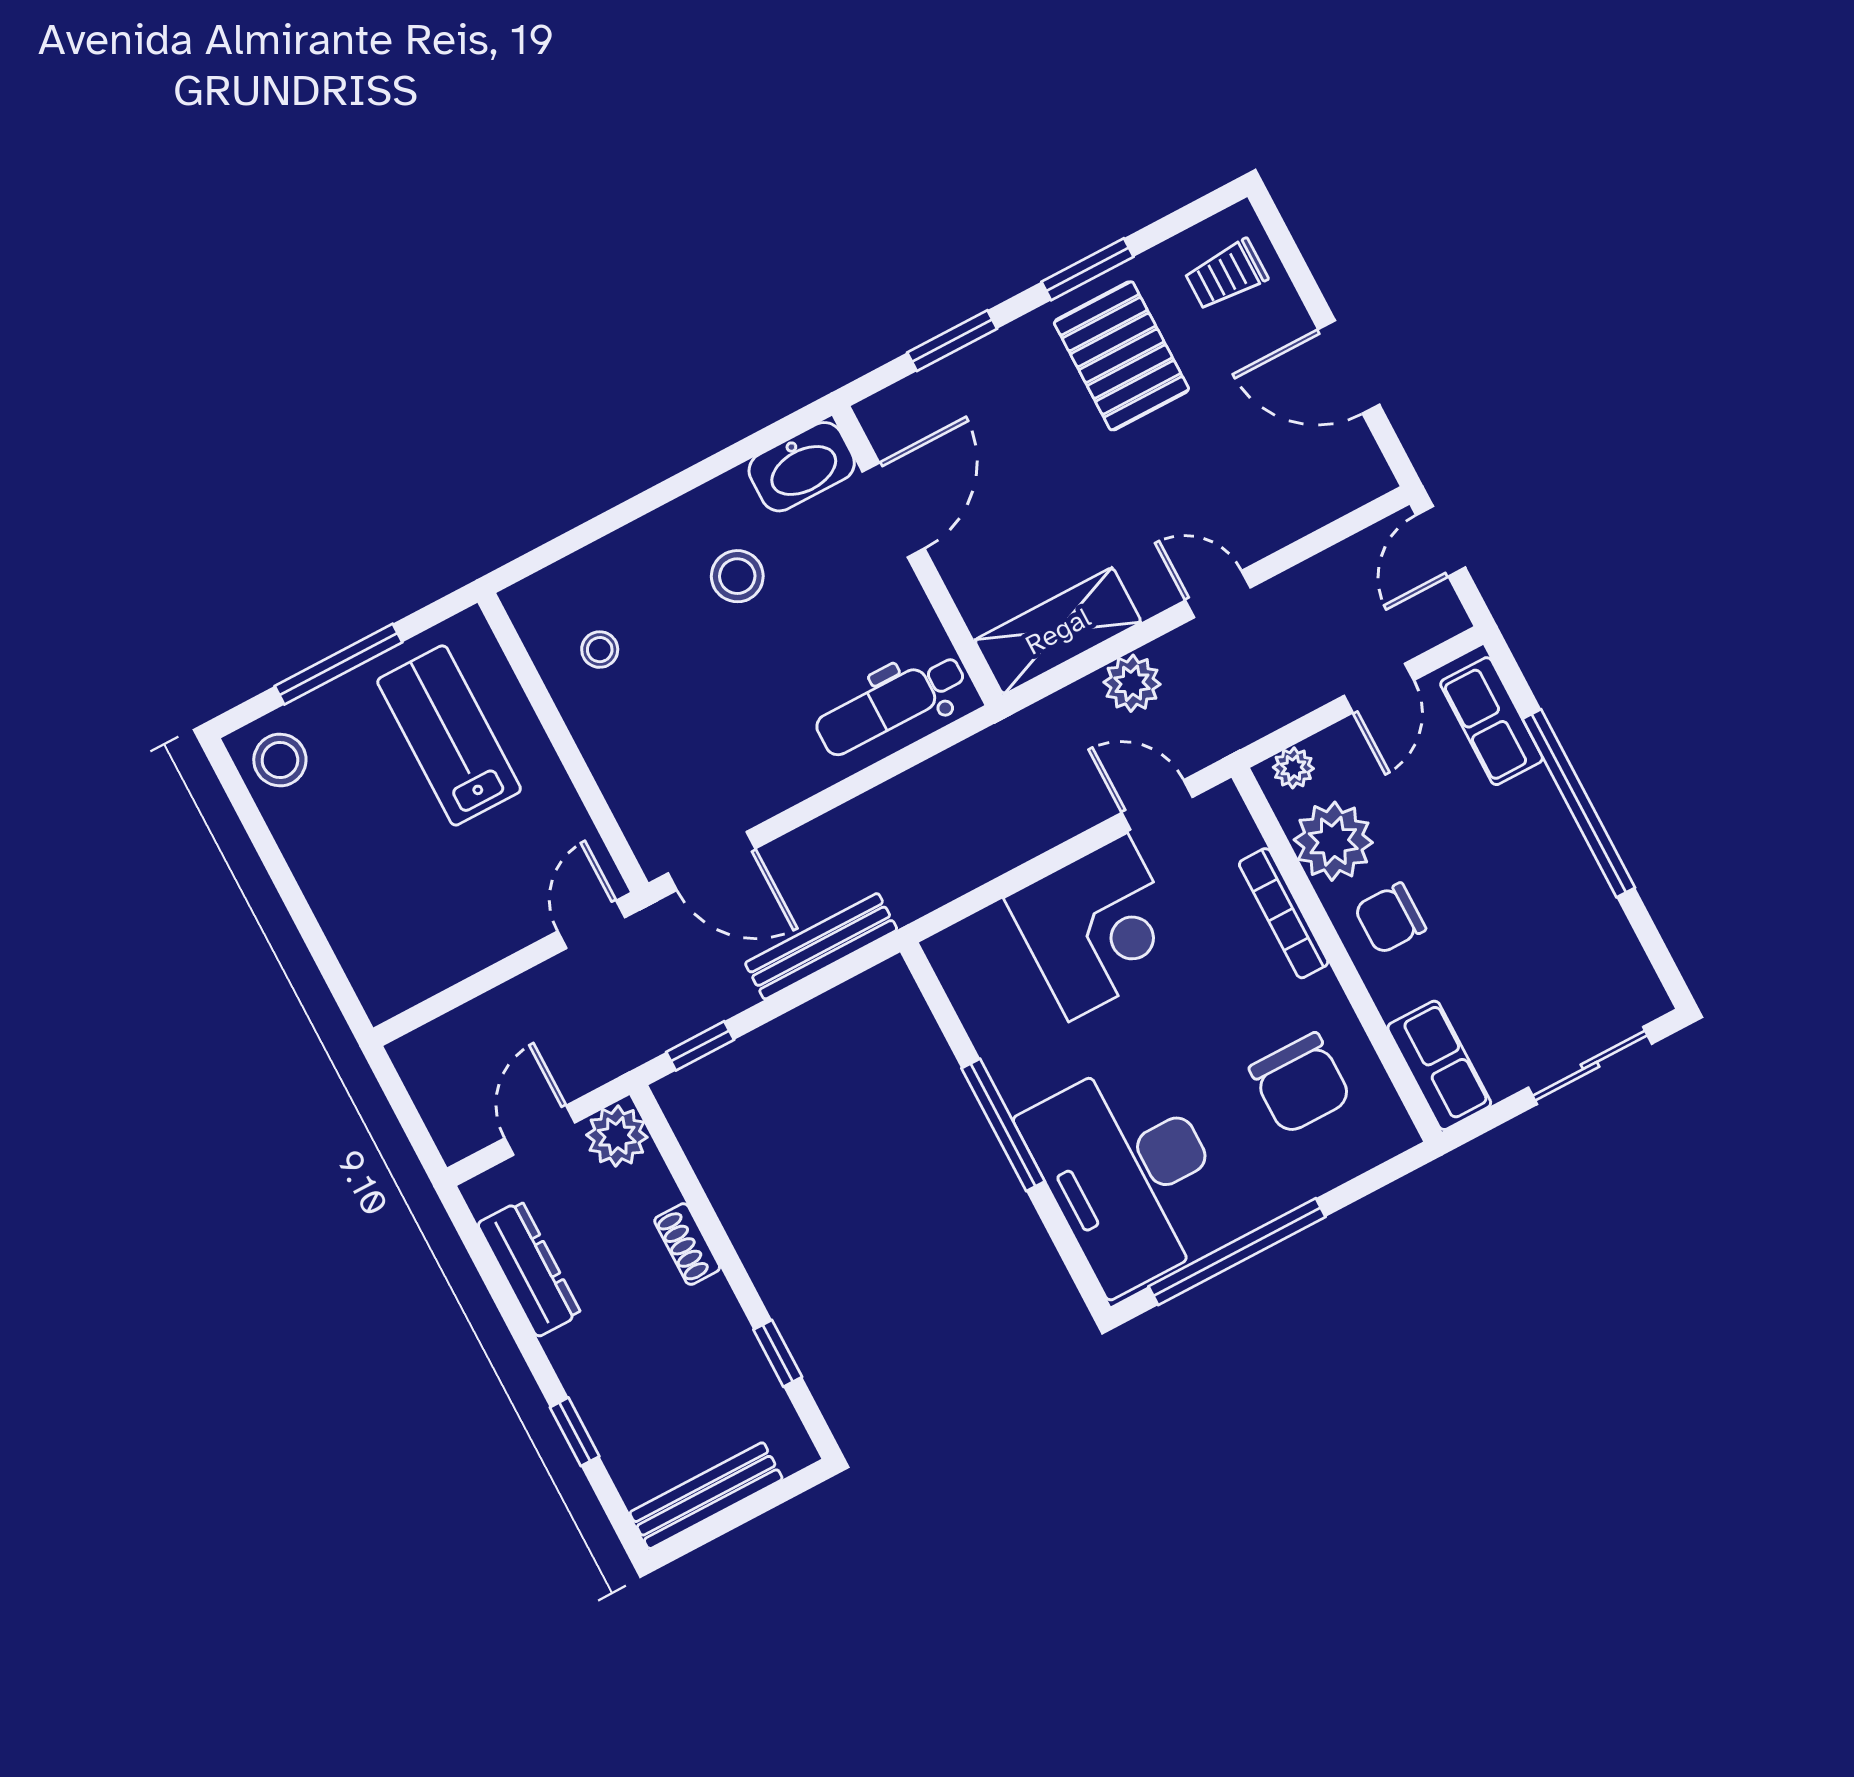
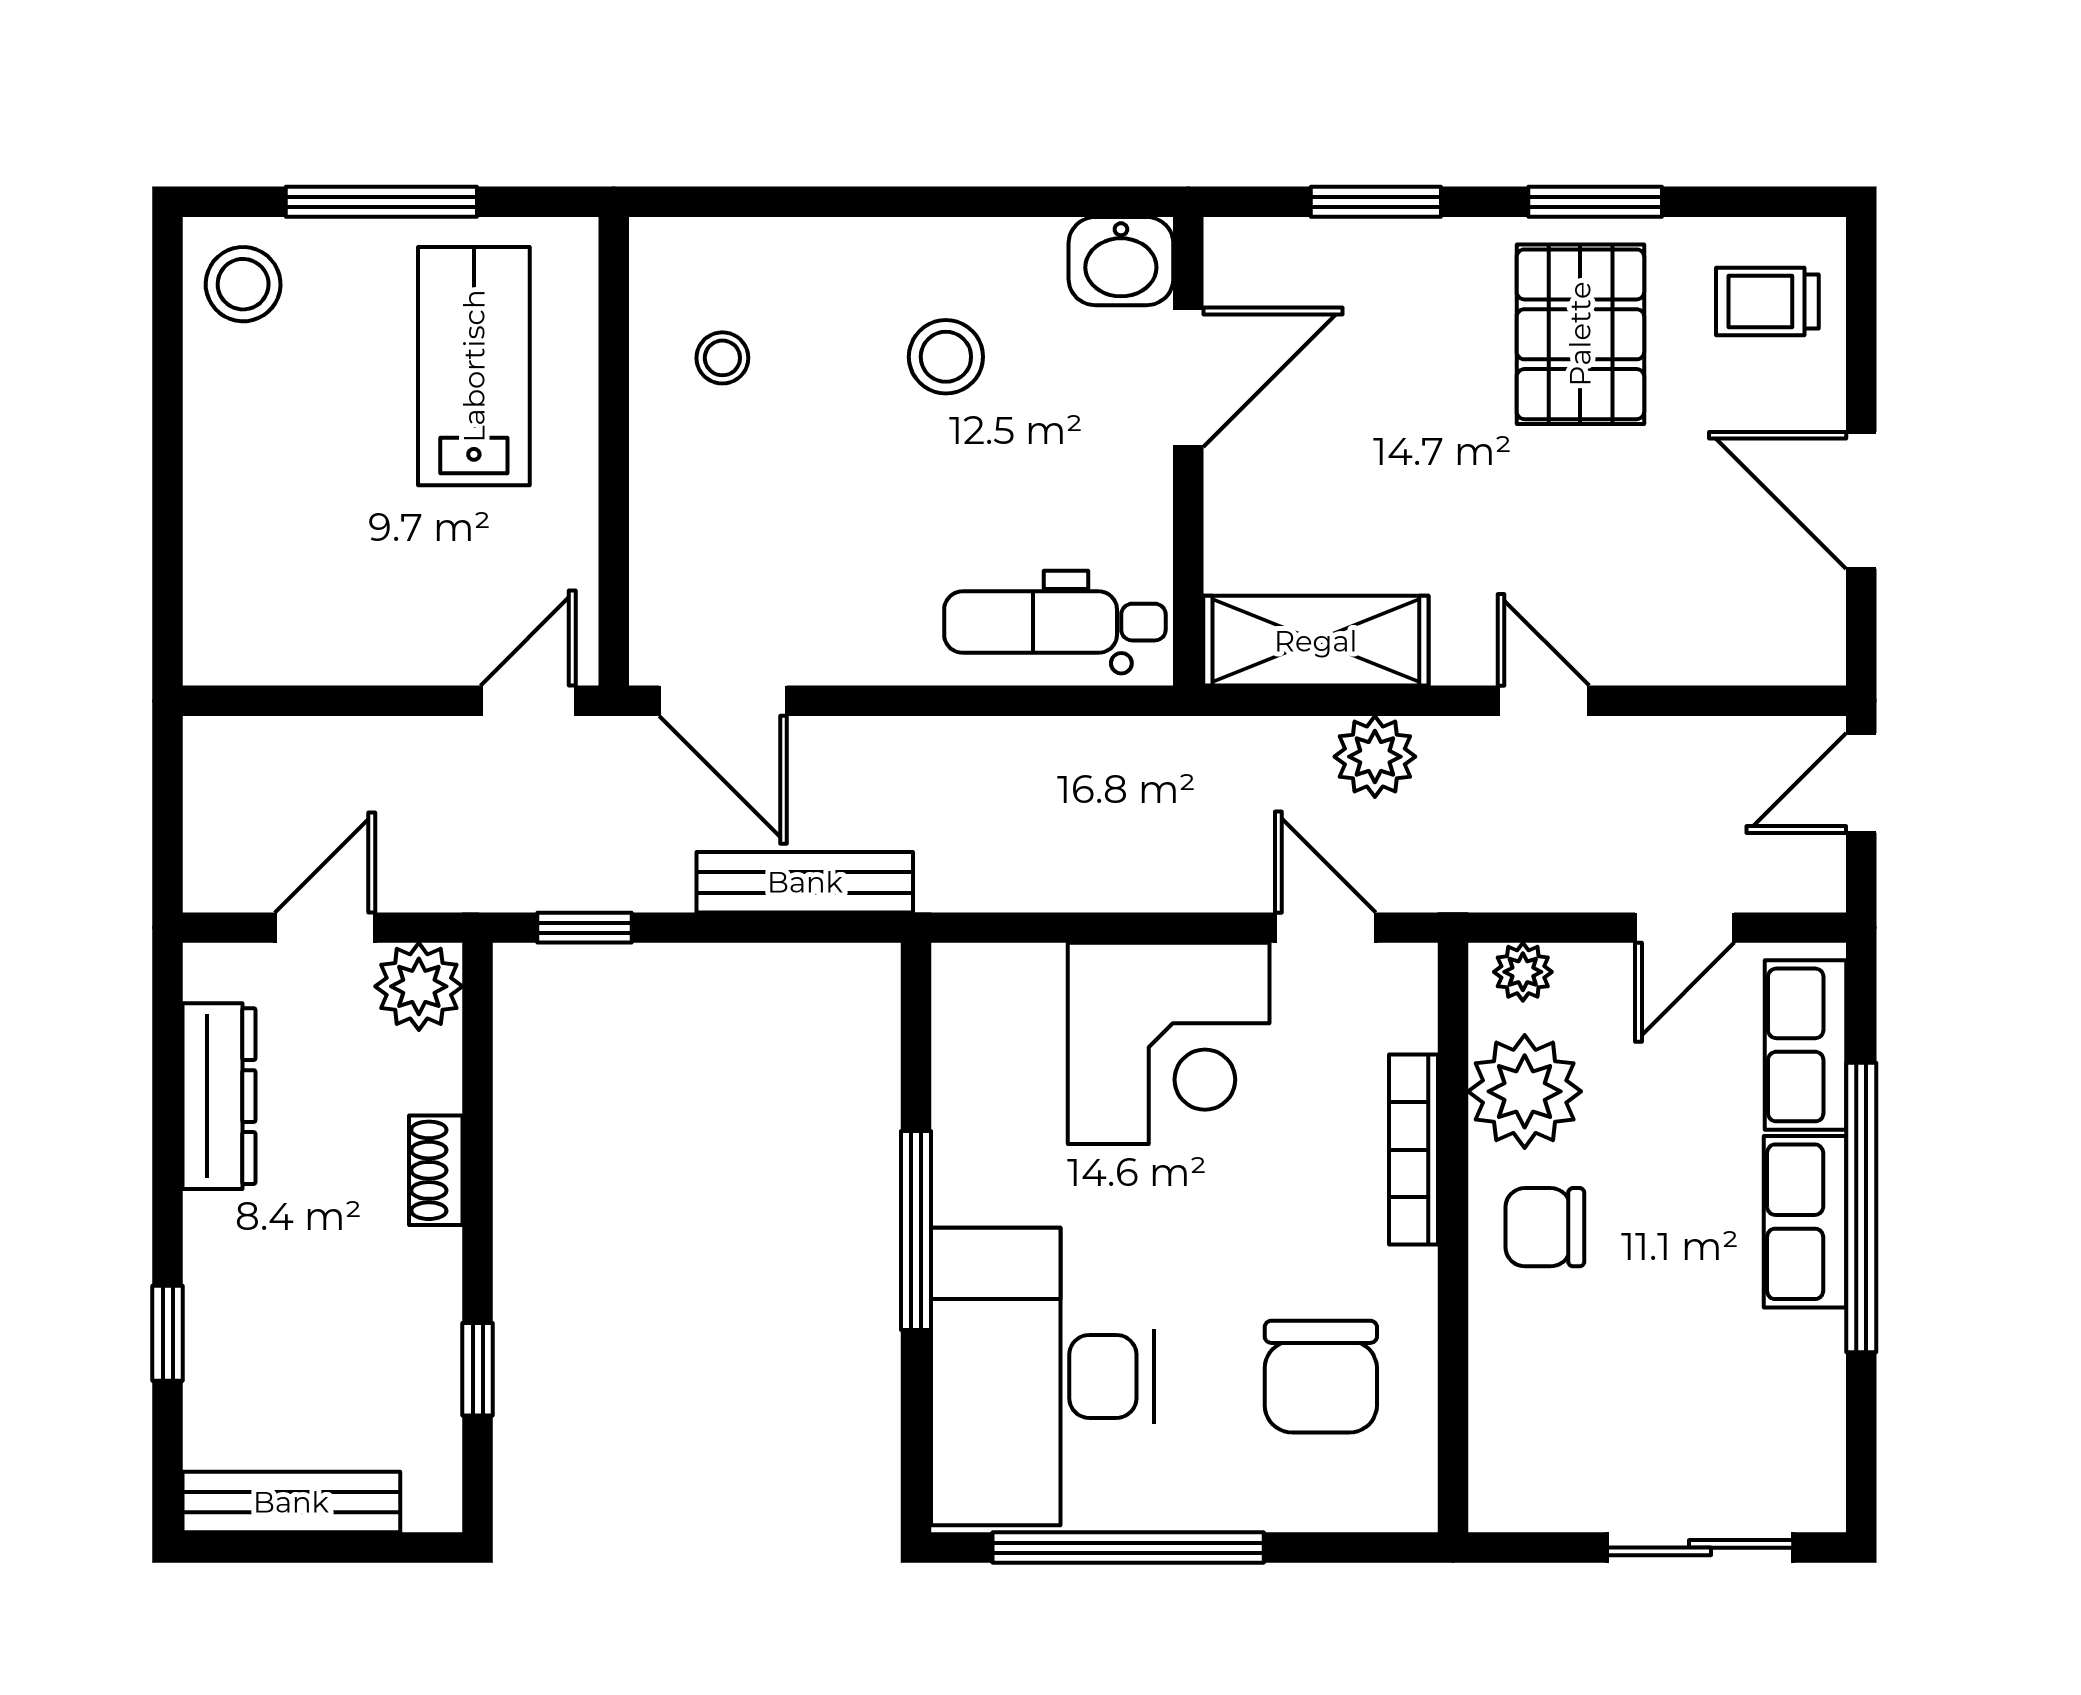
washbasin: (802, 467) -> (1121, 261), width x0.72
row of seats: (1439, 1065) -> (1805, 1222), moved, turned 180

